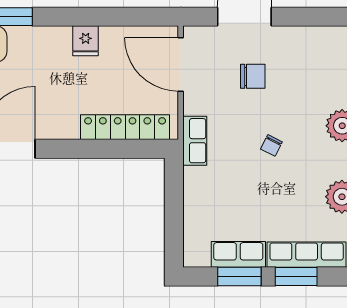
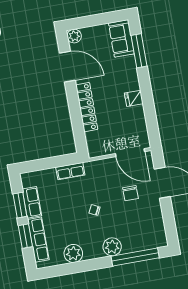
door: (181, 64) -> (130, 153), swing flipped
locker: (125, 127) -> (87, 107), moved
row of seats: (195, 141) -> (70, 171), moved

